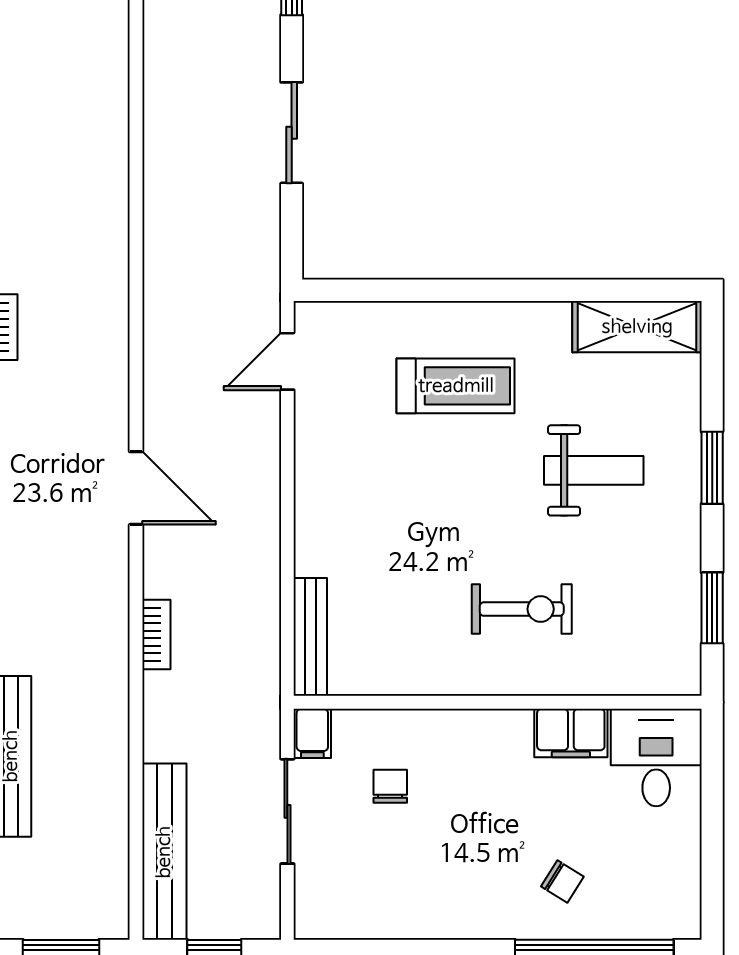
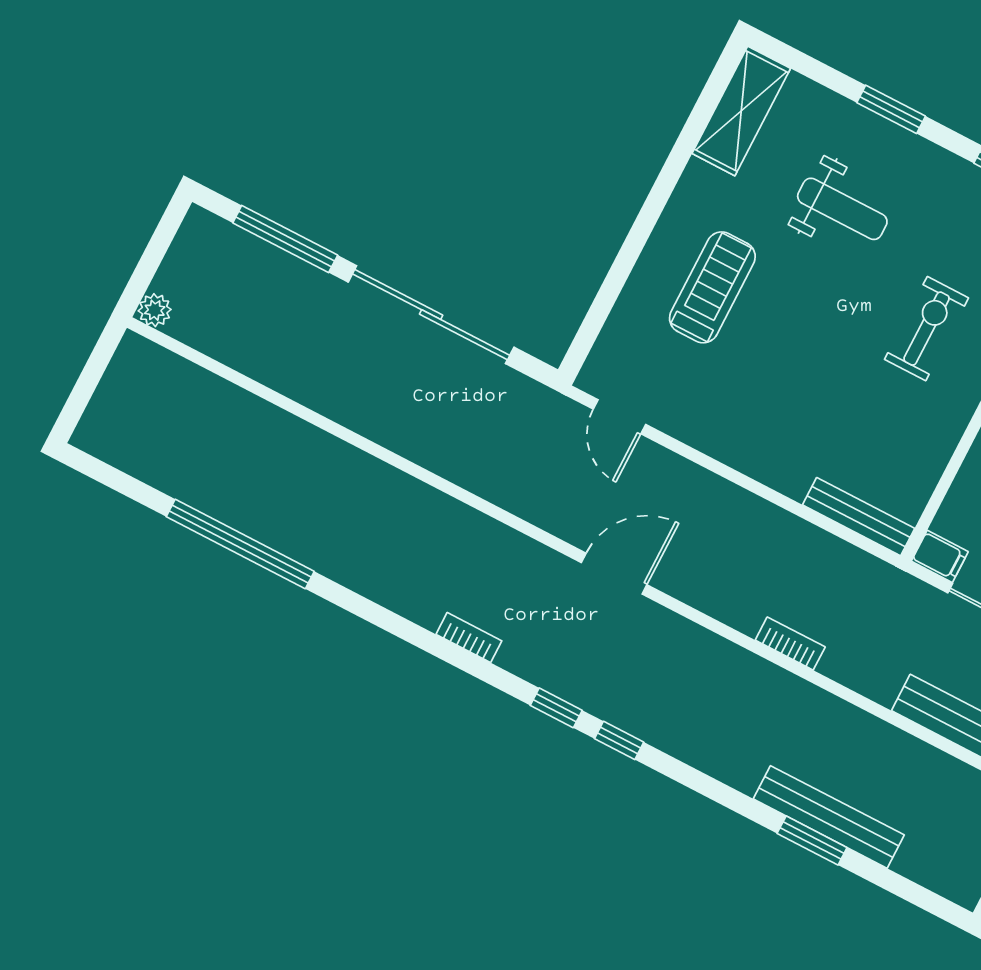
sliding door: (292, 133) -> (431, 315), width x1.86
weight bench: (594, 470) -> (842, 209), turned 90
door: (136, 488) -> (614, 574), moved

